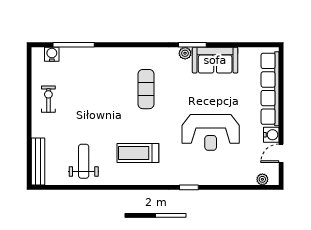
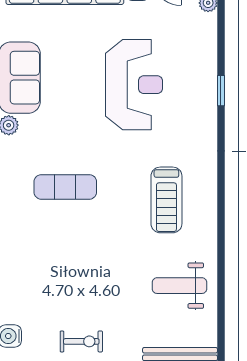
exercise bike: (48, 99) -> (81, 341), turned 180
window: (189, 187) -> (221, 91), moved

